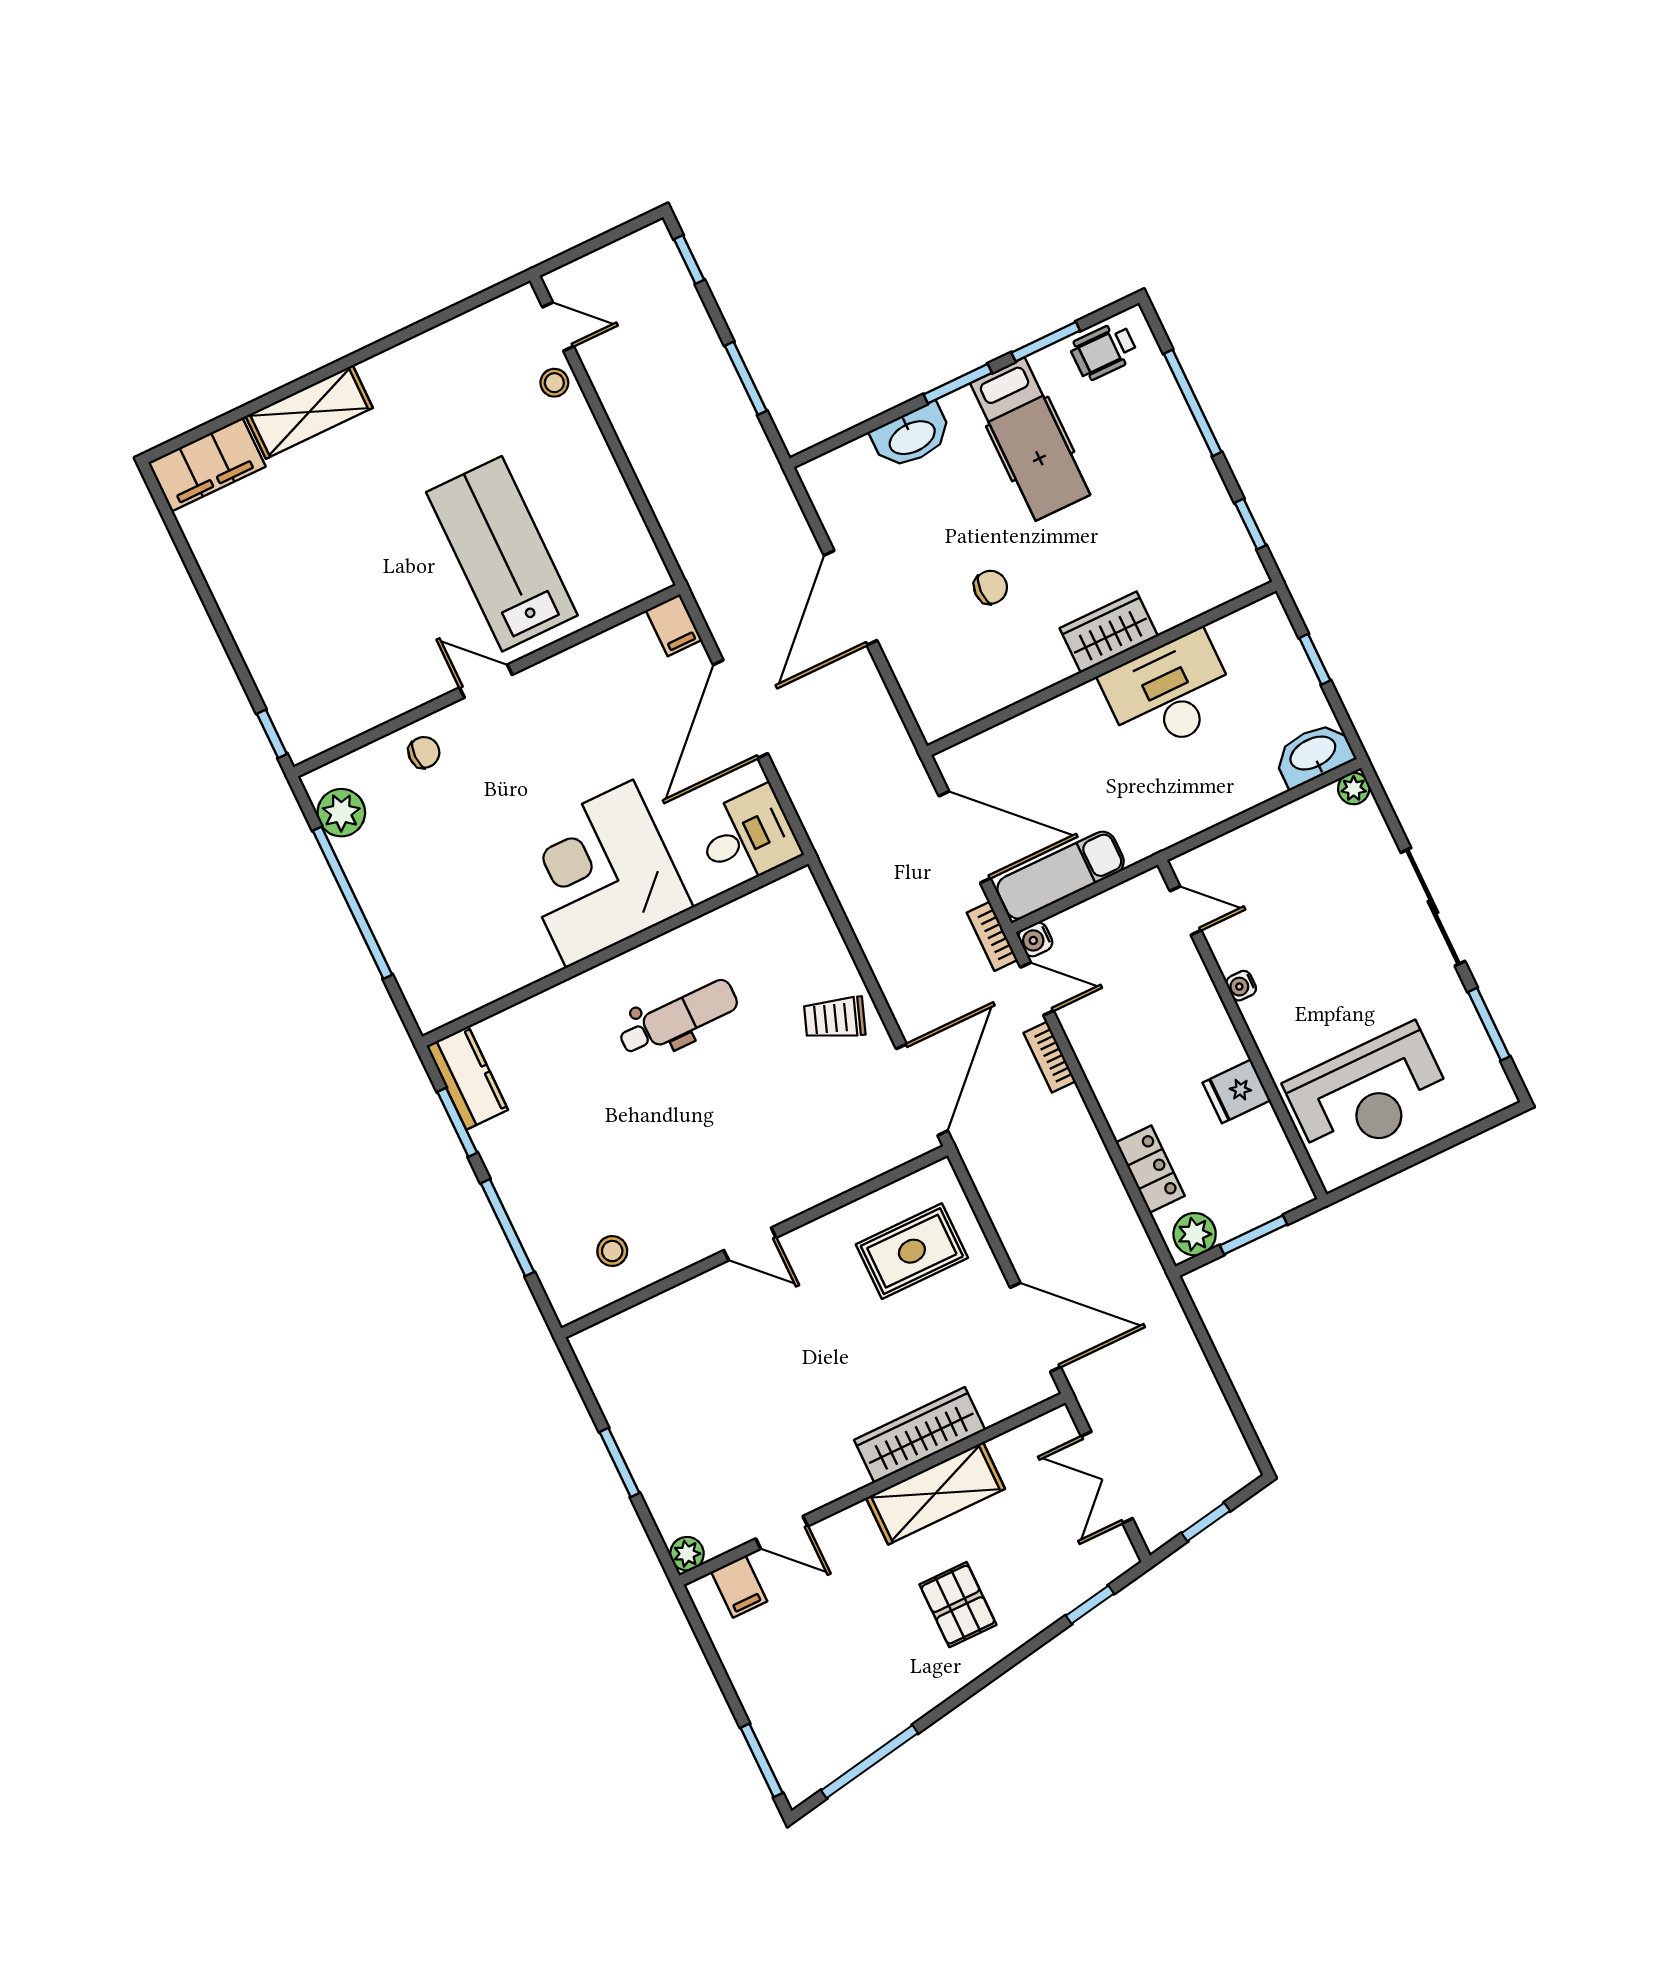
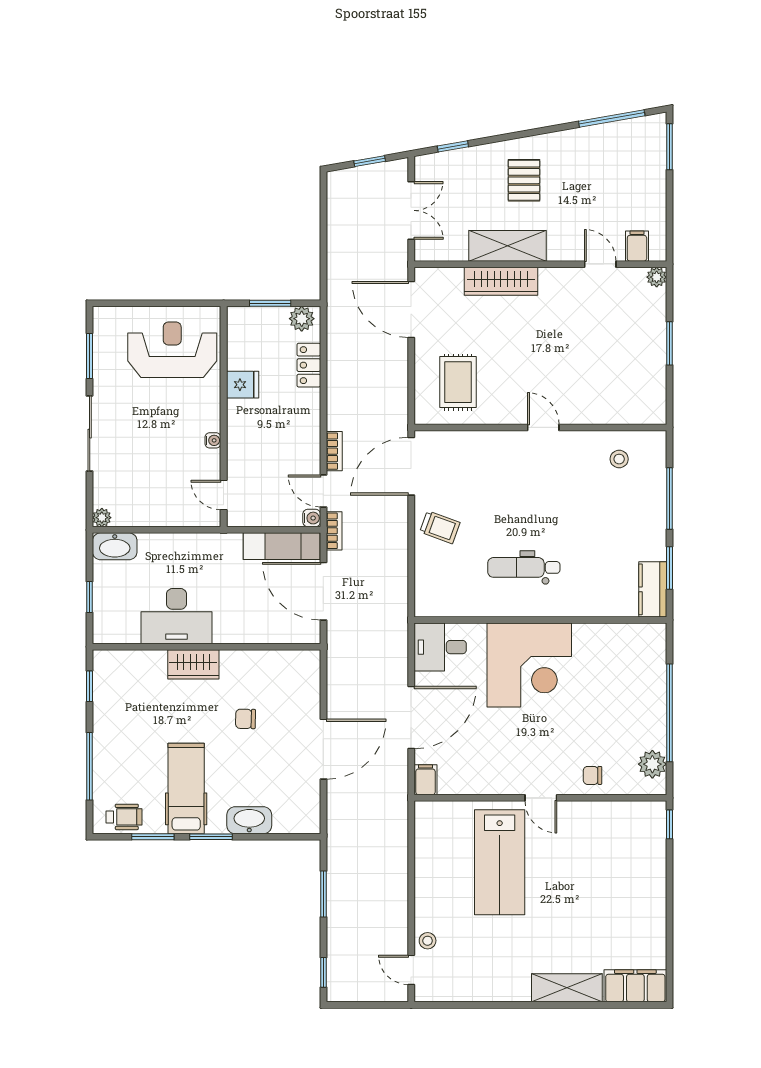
rug: (912, 1251) -> (458, 382), turned 90

